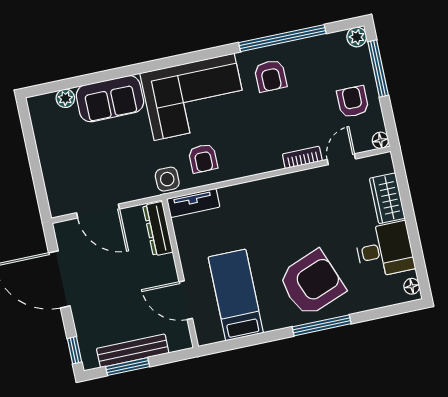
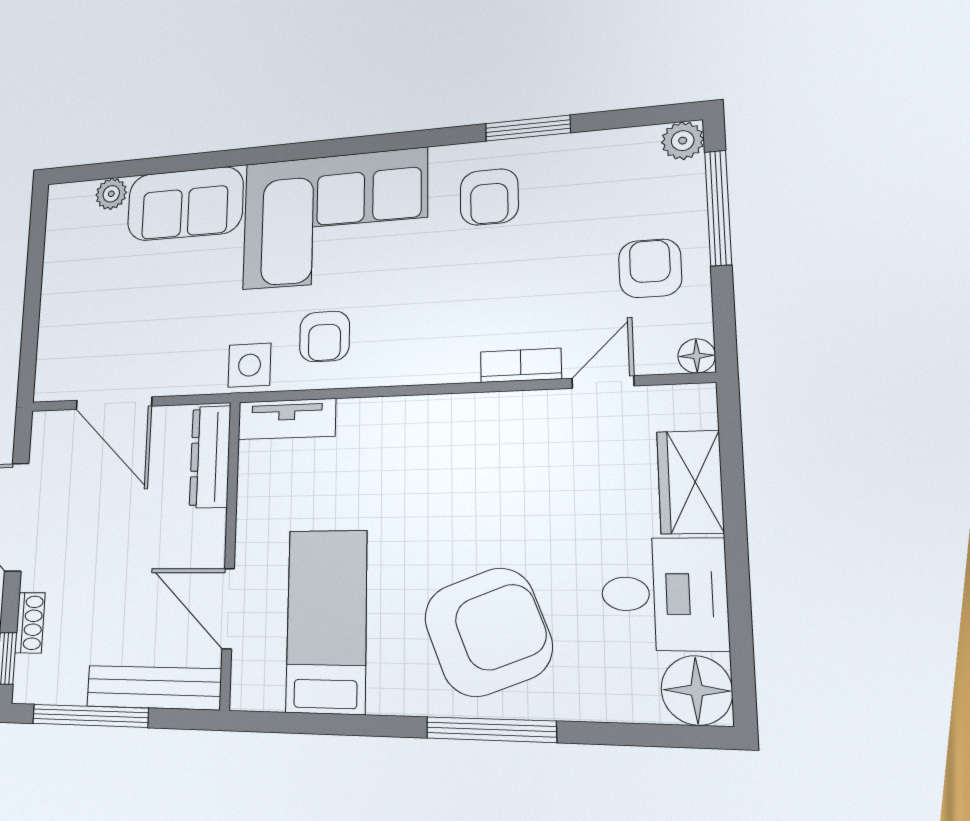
window: (282, 38) -> (528, 128), width x0.47
floor lamp: (412, 286) -> (697, 690), width x1.89, depth x1.89
shoe rack: (82, 330) -> (30, 623), added
bench: (133, 351) -> (154, 688), moved
window: (128, 367) -> (90, 716), width x1.44

